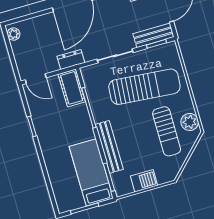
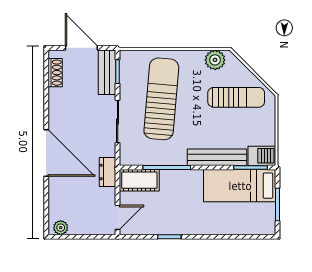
sun lounger: (167, 131) -> (236, 97), moved
barbecue: (144, 181) -> (262, 156), moved, turned 90

